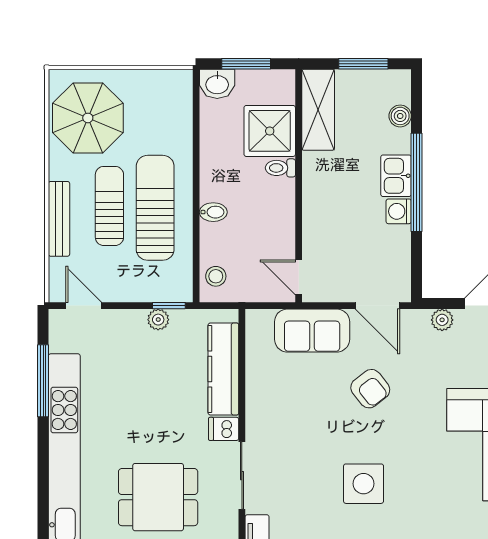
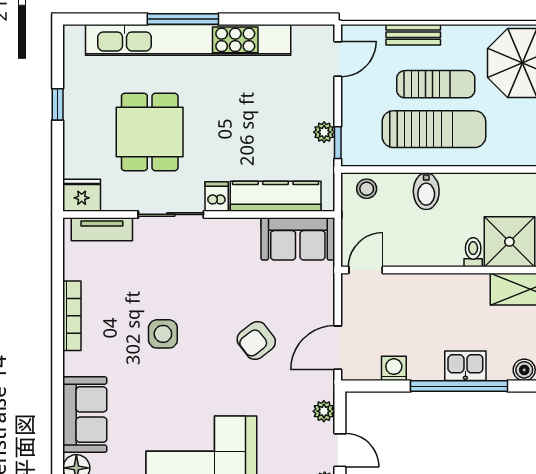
washing machine: (399, 211) -> (394, 368), moved
bidet: (213, 212) -> (426, 191), width x1.38, depth x1.36
bench: (59, 219) -> (413, 35), width x0.73
sofa: (312, 331) -> (298, 239), moved, turned -90
window: (43, 381) -> (183, 19), moved
side table: (364, 484) -> (163, 334), width x0.73, depth x0.73

